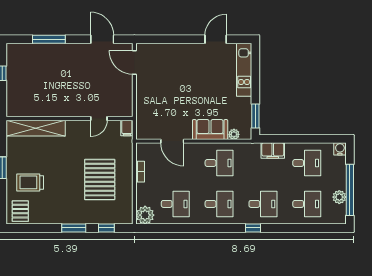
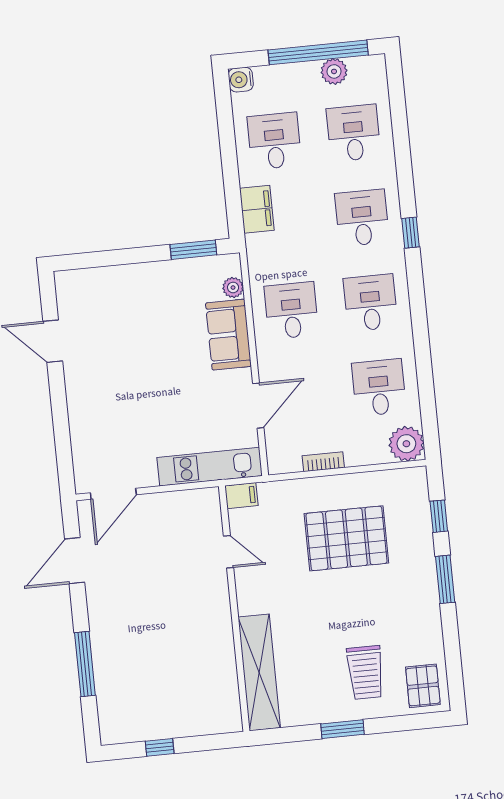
kitchen unit: (244, 70) -> (210, 467), moved, turned 180
pallet: (20, 211) -> (423, 686), turned 90

